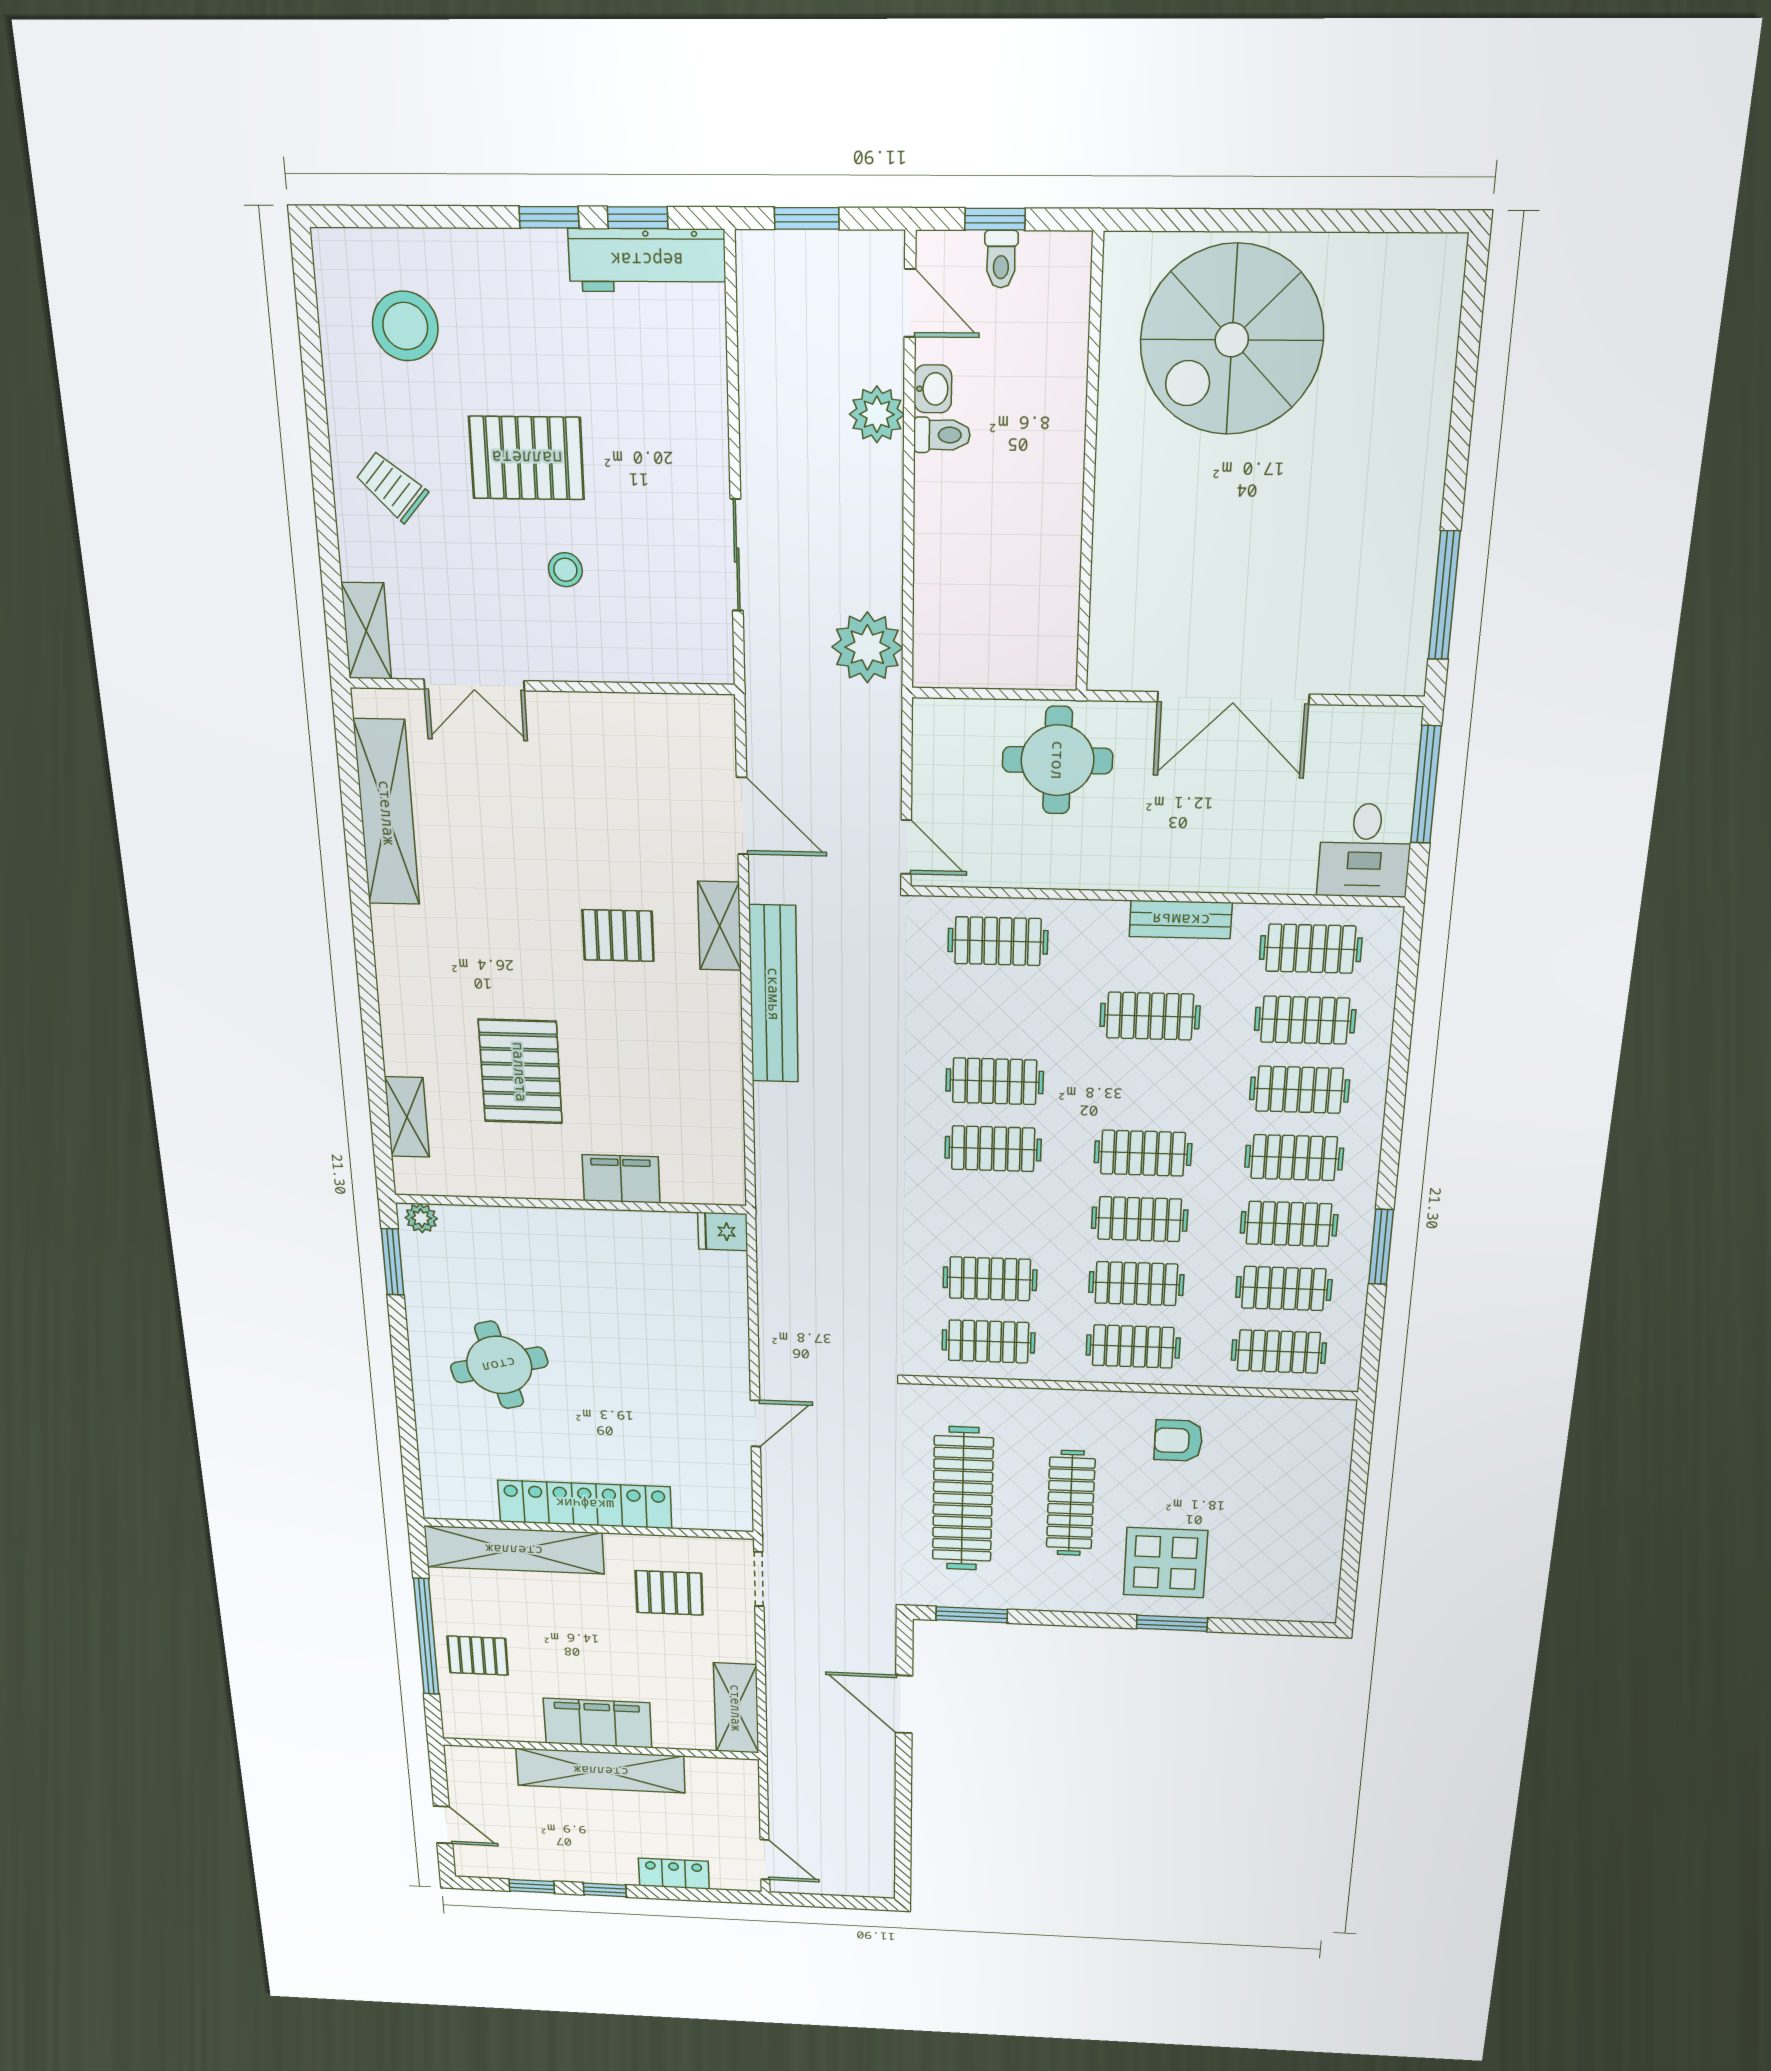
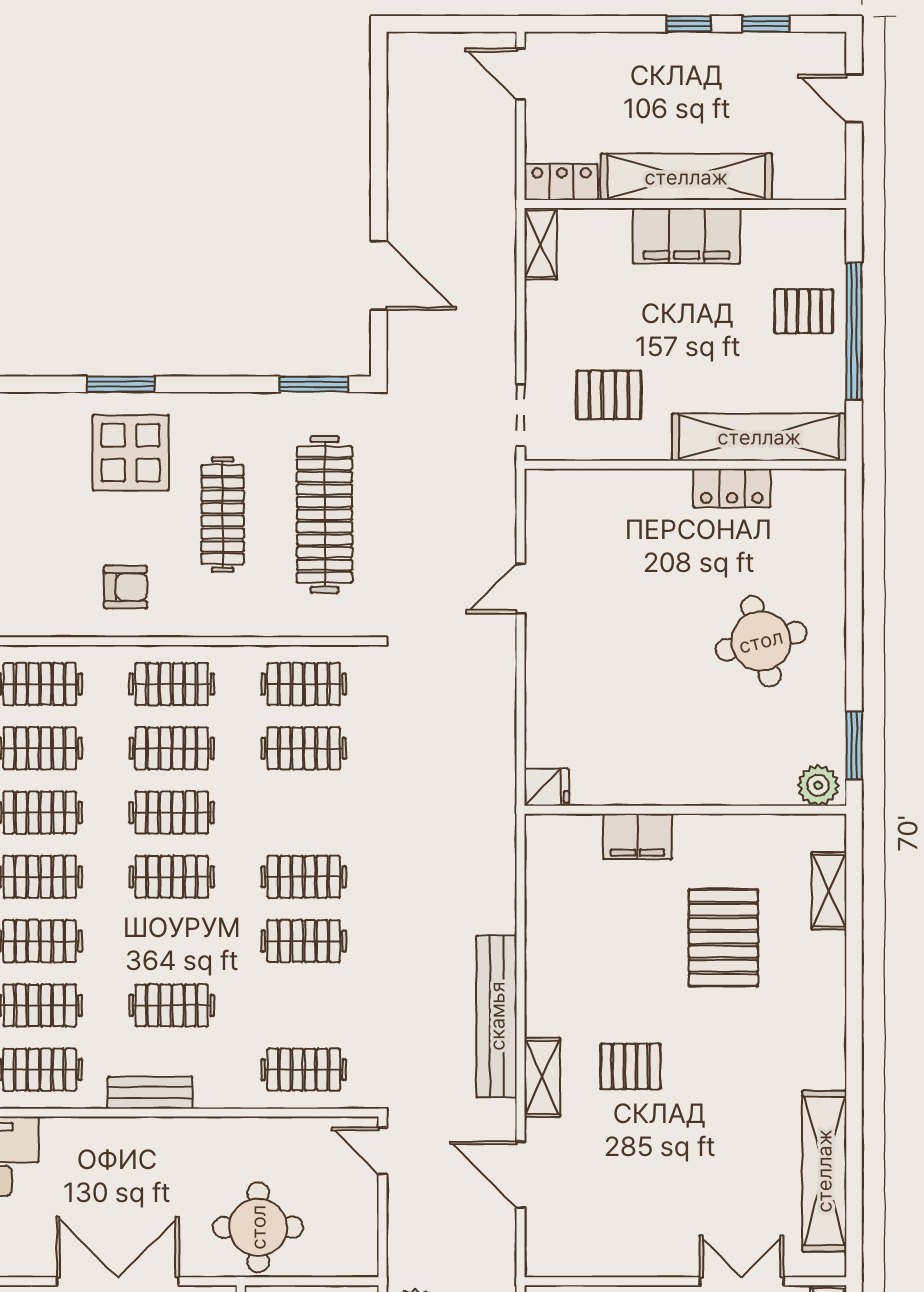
plant: (421, 1218) -> (818, 785), width x1.38, depth x1.38
locker: (585, 1504) -> (732, 488), width x0.46, depth x0.83
shelving: (736, 1708) -> (541, 244), width x0.67, depth x0.75
locker: (674, 1874) -> (562, 182), moved, turned 180

